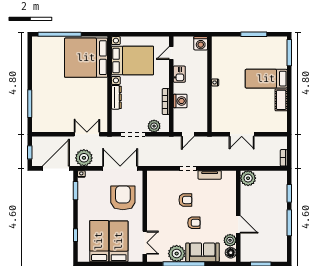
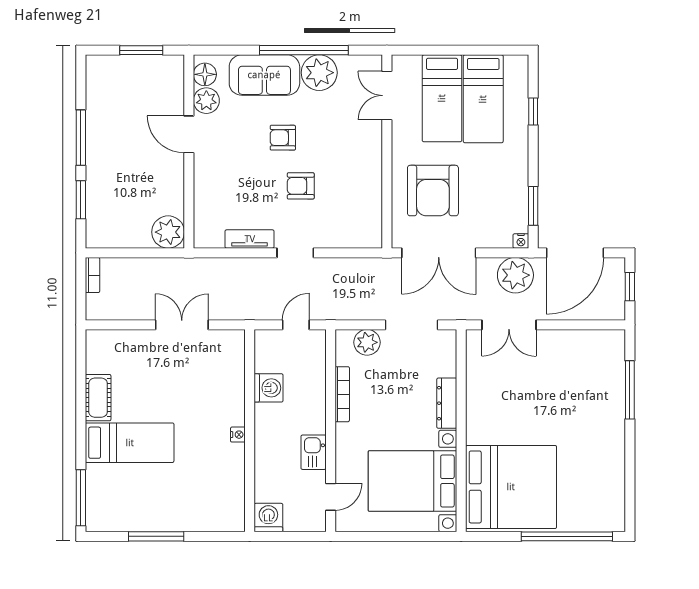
washing machine: (180, 101) -> (268, 388), moved, turned 180

